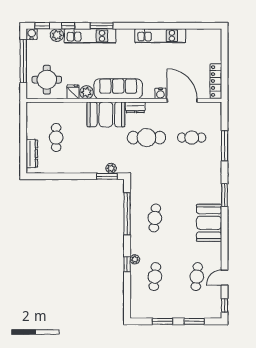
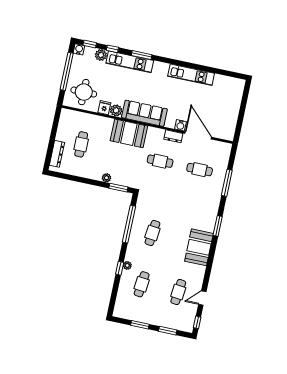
locker: (216, 81) -> (231, 125), removed
dresser: (135, 107) -> (173, 136), moved
cafe table: (146, 138) -> (160, 161), width x0.73, depth x0.74
plant: (111, 168) -> (106, 178), moved

